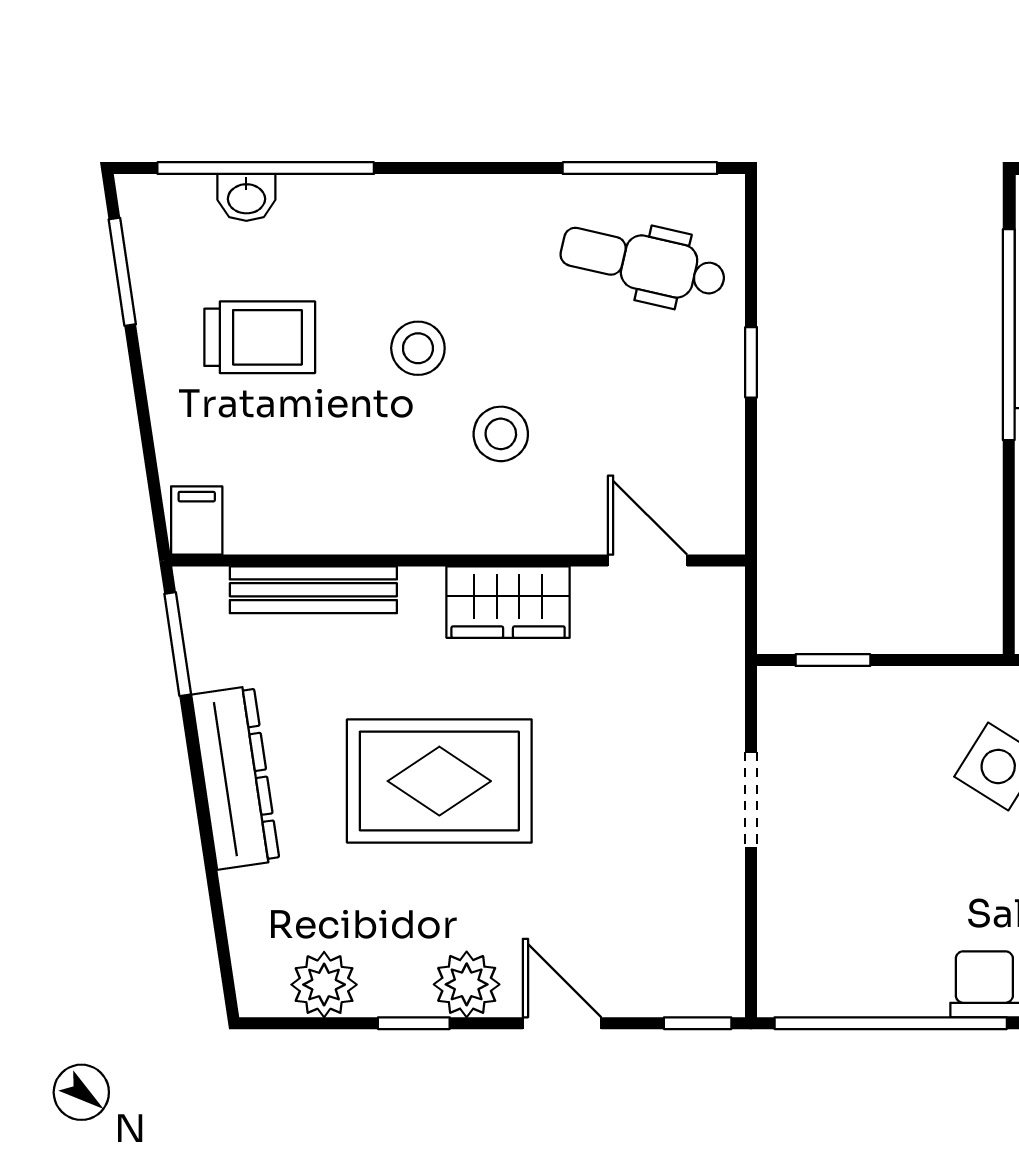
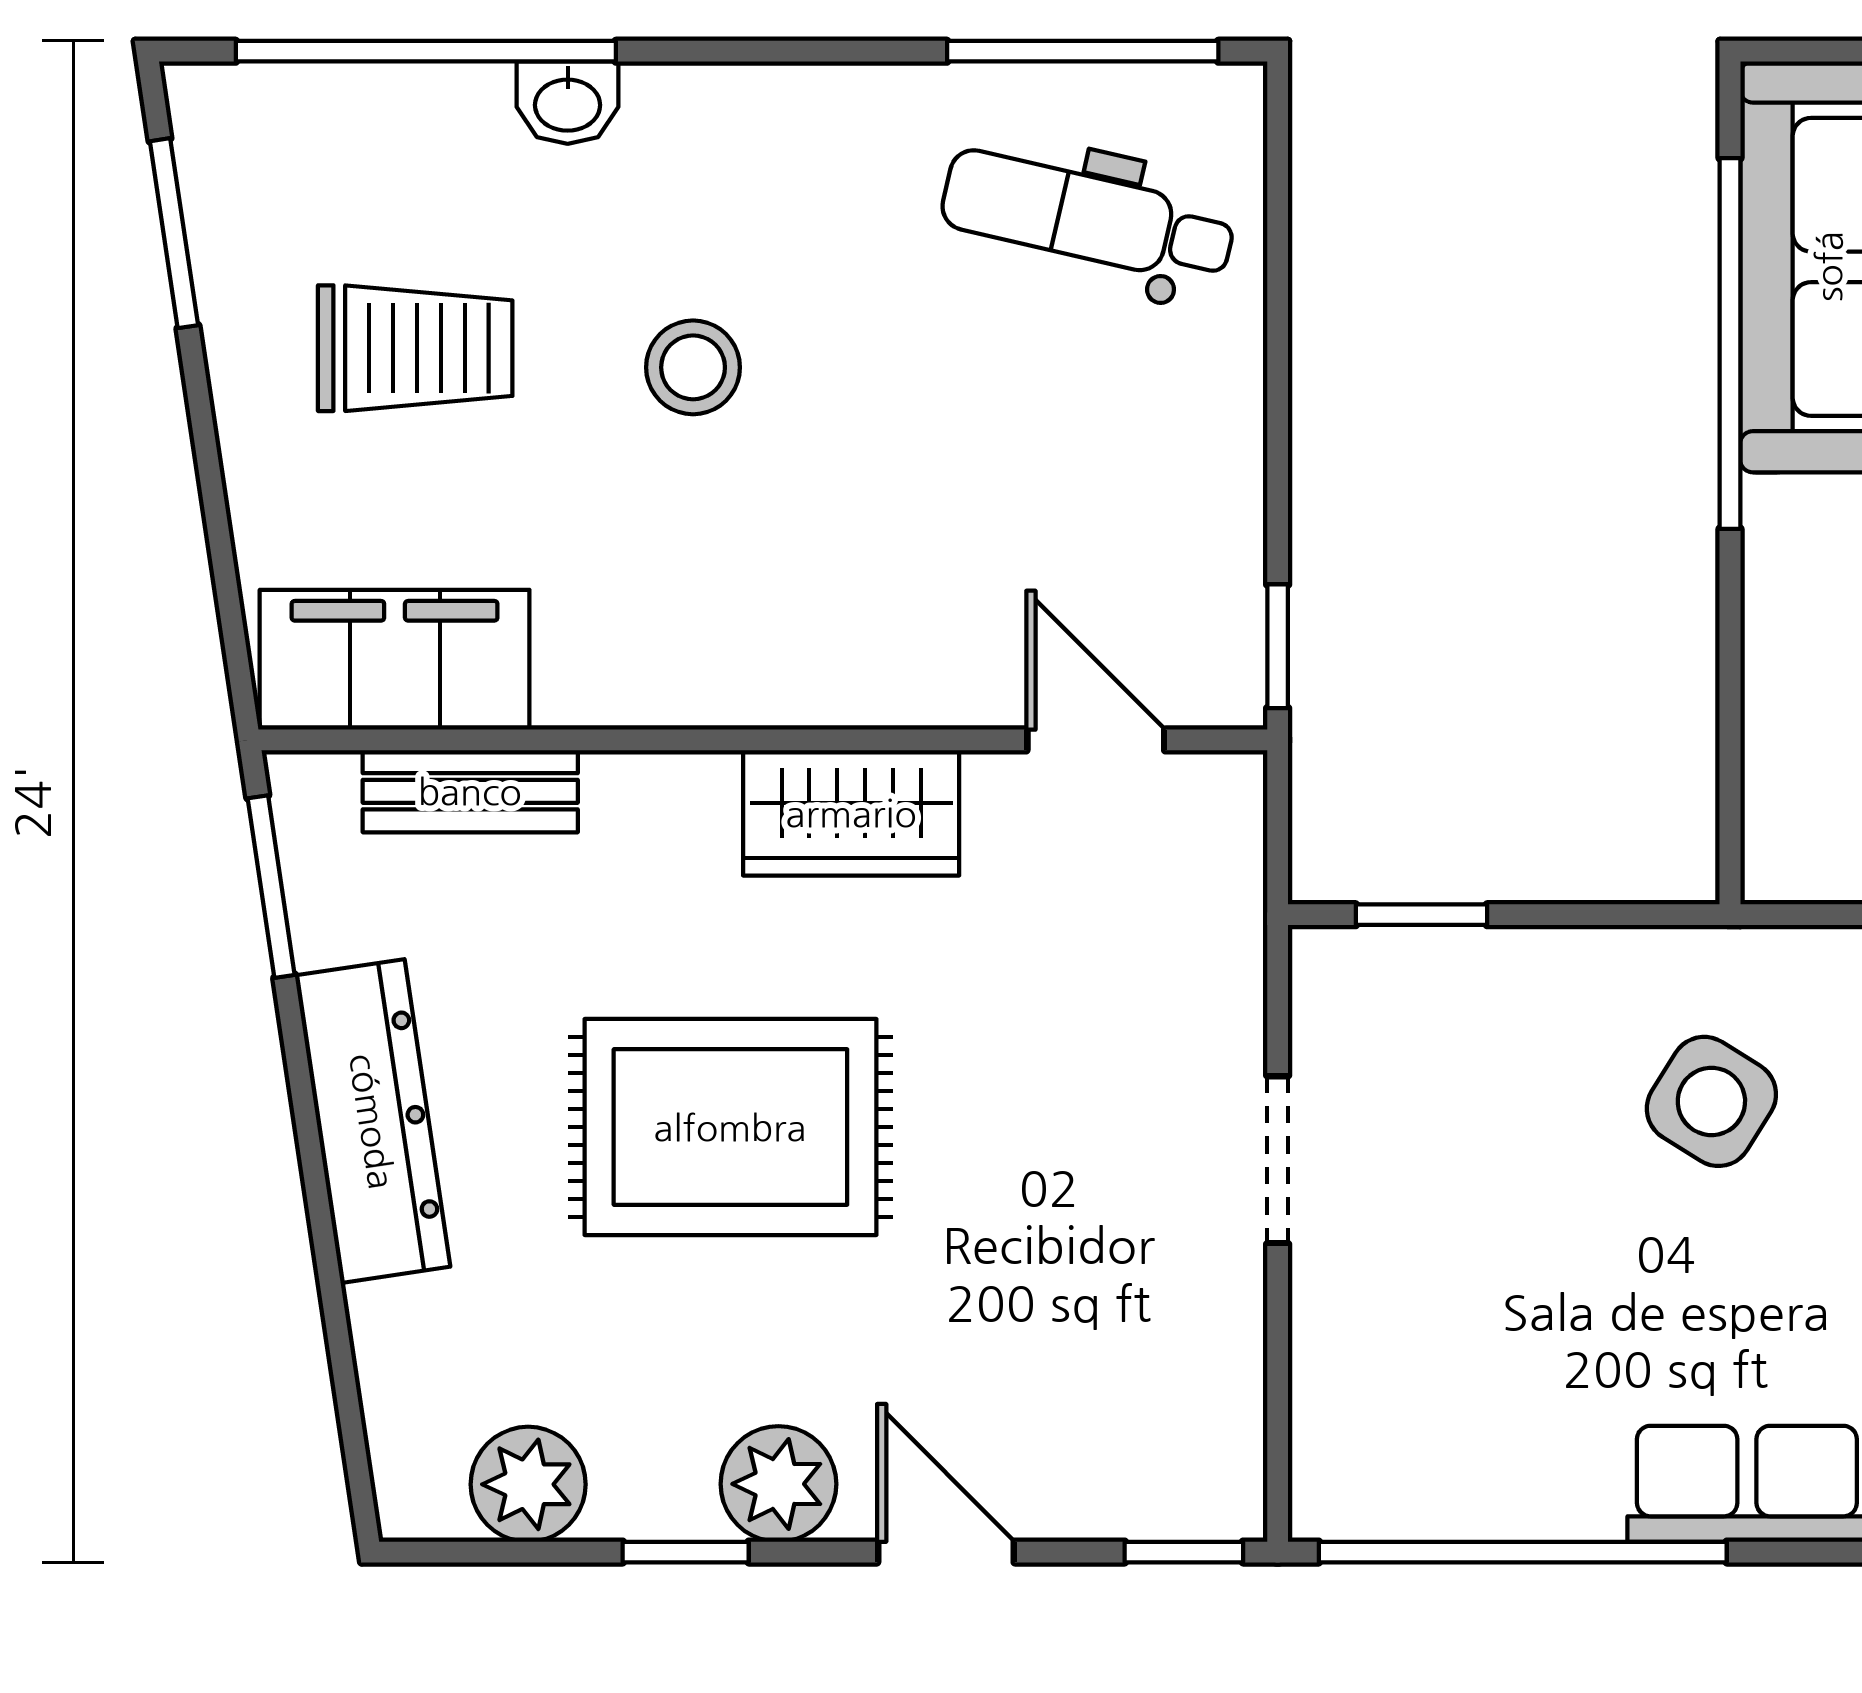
washbasin: (246, 197) -> (568, 103), moved
window: (751, 362) -> (1278, 646), moved
stool: (501, 434) -> (838, 518), removed
filing cabinet: (197, 520) -> (395, 660), width x3.00, depth x1.17
bench: (313, 590) -> (470, 791), width x0.73

